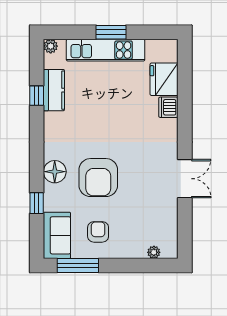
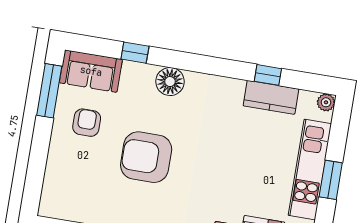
armchair: (98, 178) -> (146, 157), moved
armchair: (98, 232) -> (87, 123), turned -90
plant: (154, 252) -> (50, 187), removed

